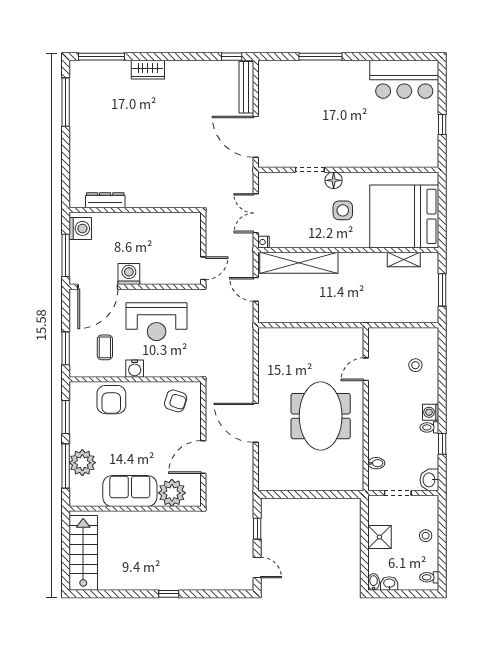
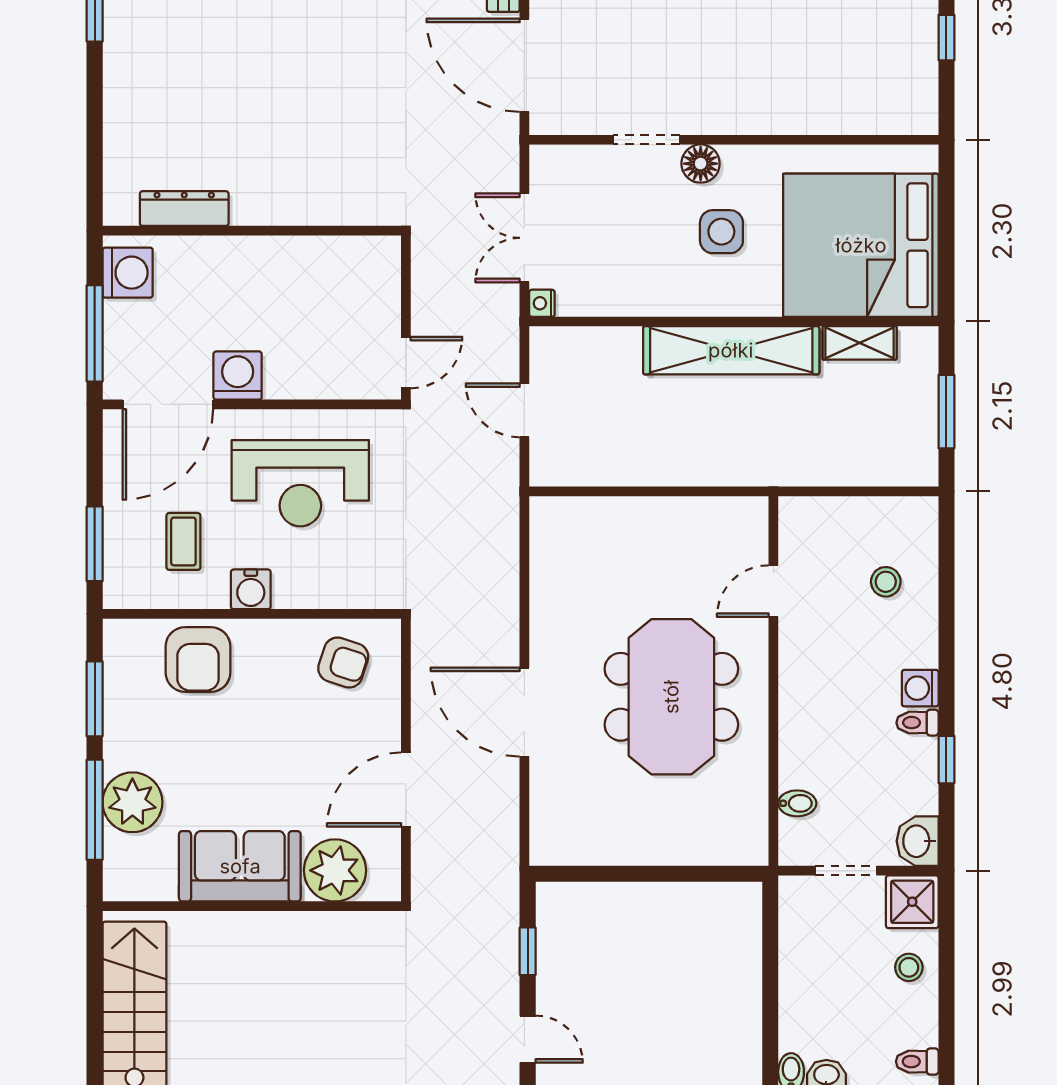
shelving: (299, 263) -> (731, 350), moved
shower: (379, 537) -> (912, 902), moved

